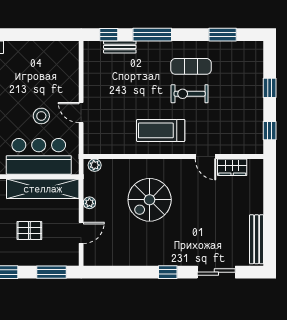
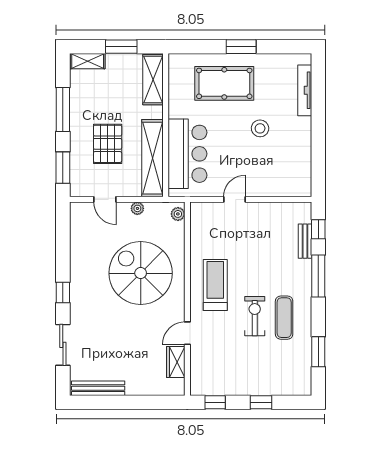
stool: (41, 116) -> (260, 128), moved
spiral stairs: (150, 200) -> (141, 273), width x1.37, depth x1.37
pallet: (29, 231) -> (108, 144), width x1.50, depth x1.42

